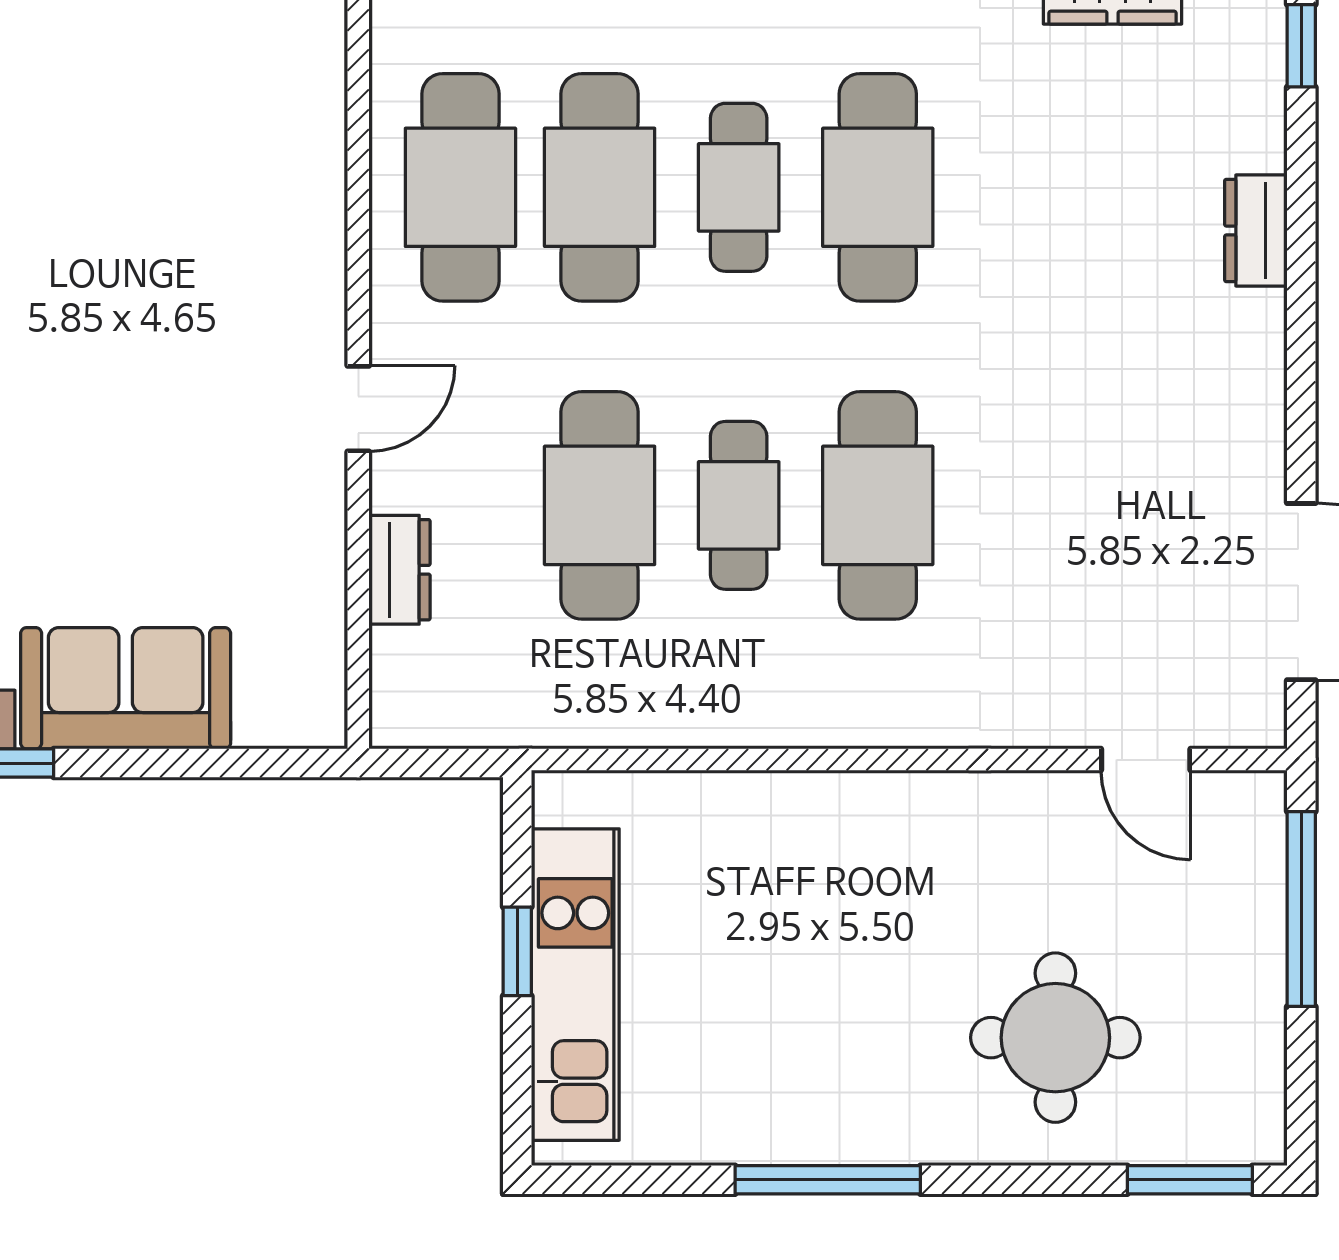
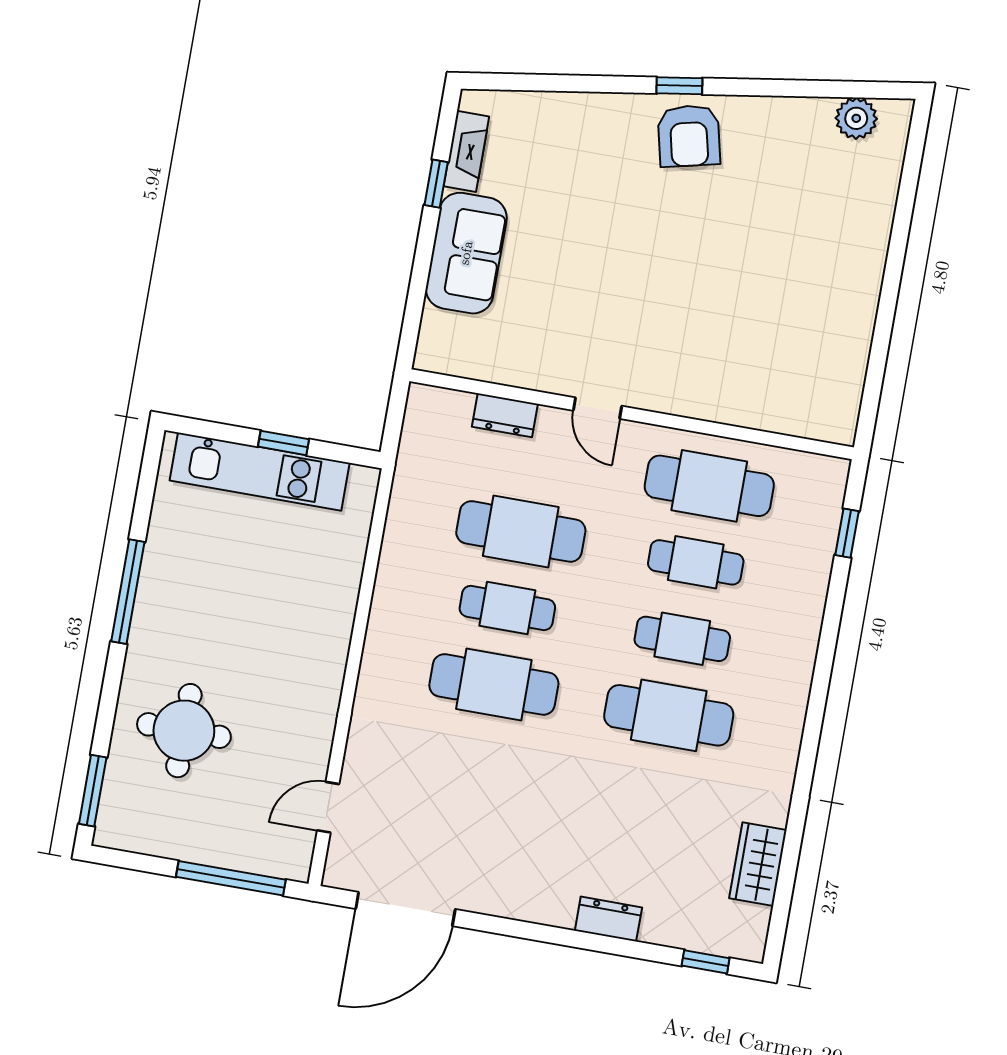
cafe table: (600, 187) -> (696, 562), width x0.73, depth x0.74

